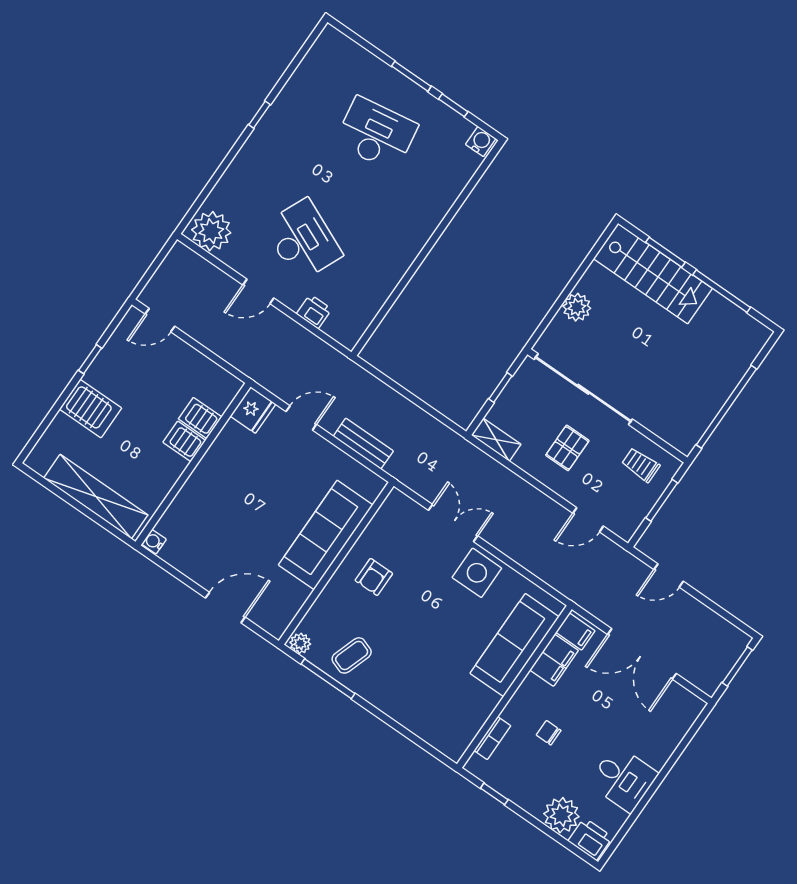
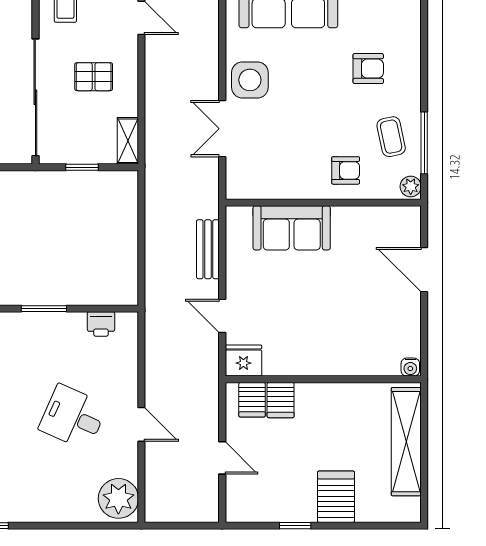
desk: (303, 240) -> (73, 417), width x0.73
window: (407, 277) -> (44, 309), added
printer: (314, 311) -> (101, 324), moved, turned -90
door: (160, 320) -> (222, 458), moved
server rack: (184, 441) -> (252, 400), moved
sofa: (326, 535) -> (292, 228), width x0.73
armchair: (374, 577) -> (346, 170), moved
coffee table: (352, 655) -> (391, 137), turned 59
armchair: (420, 675) -> (368, 69), added

